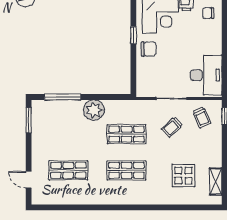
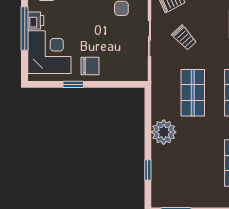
chair: (149, 49) -> (90, 66), turned 90
window: (63, 97) -> (148, 170), width x0.46

